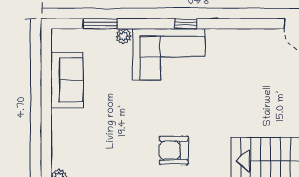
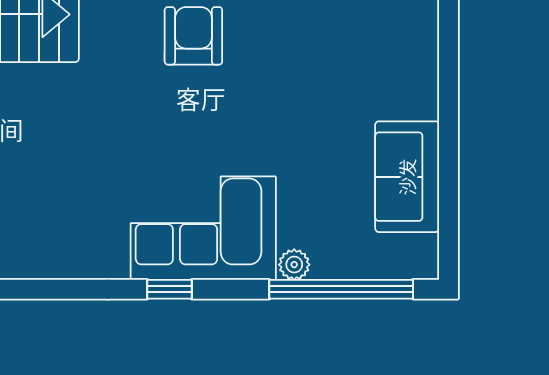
window: (100, 24) -> (341, 289), width x2.11
armchair: (174, 150) -> (193, 36), turned -90

